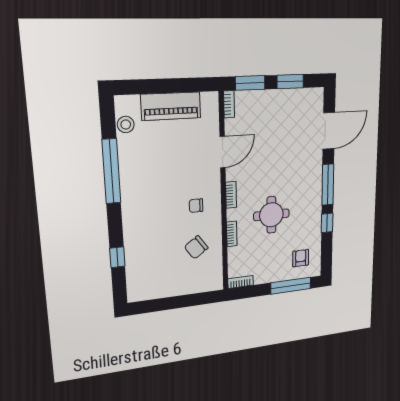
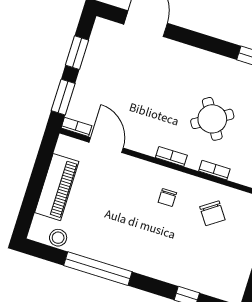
door: (222, 152) -> (106, 145), moved
window: (328, 185) -> (206, 42), removed
round table: (271, 215) -> (212, 119), turned -32

